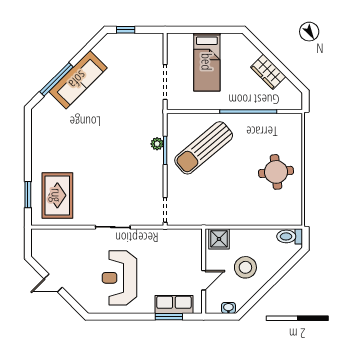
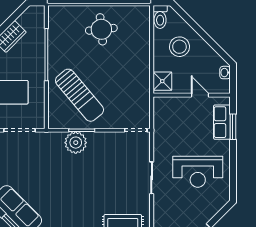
plant: (157, 144) -> (76, 143), width x1.88, depth x1.88
stool: (245, 267) -> (179, 47), moved

